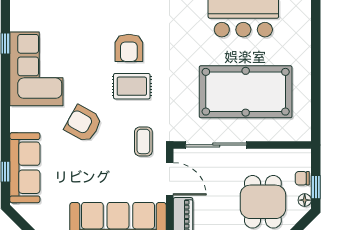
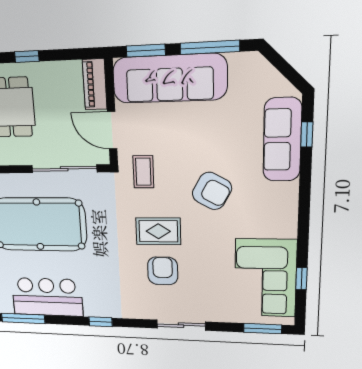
corner sofa: (36, 69) -> (265, 278), moved

